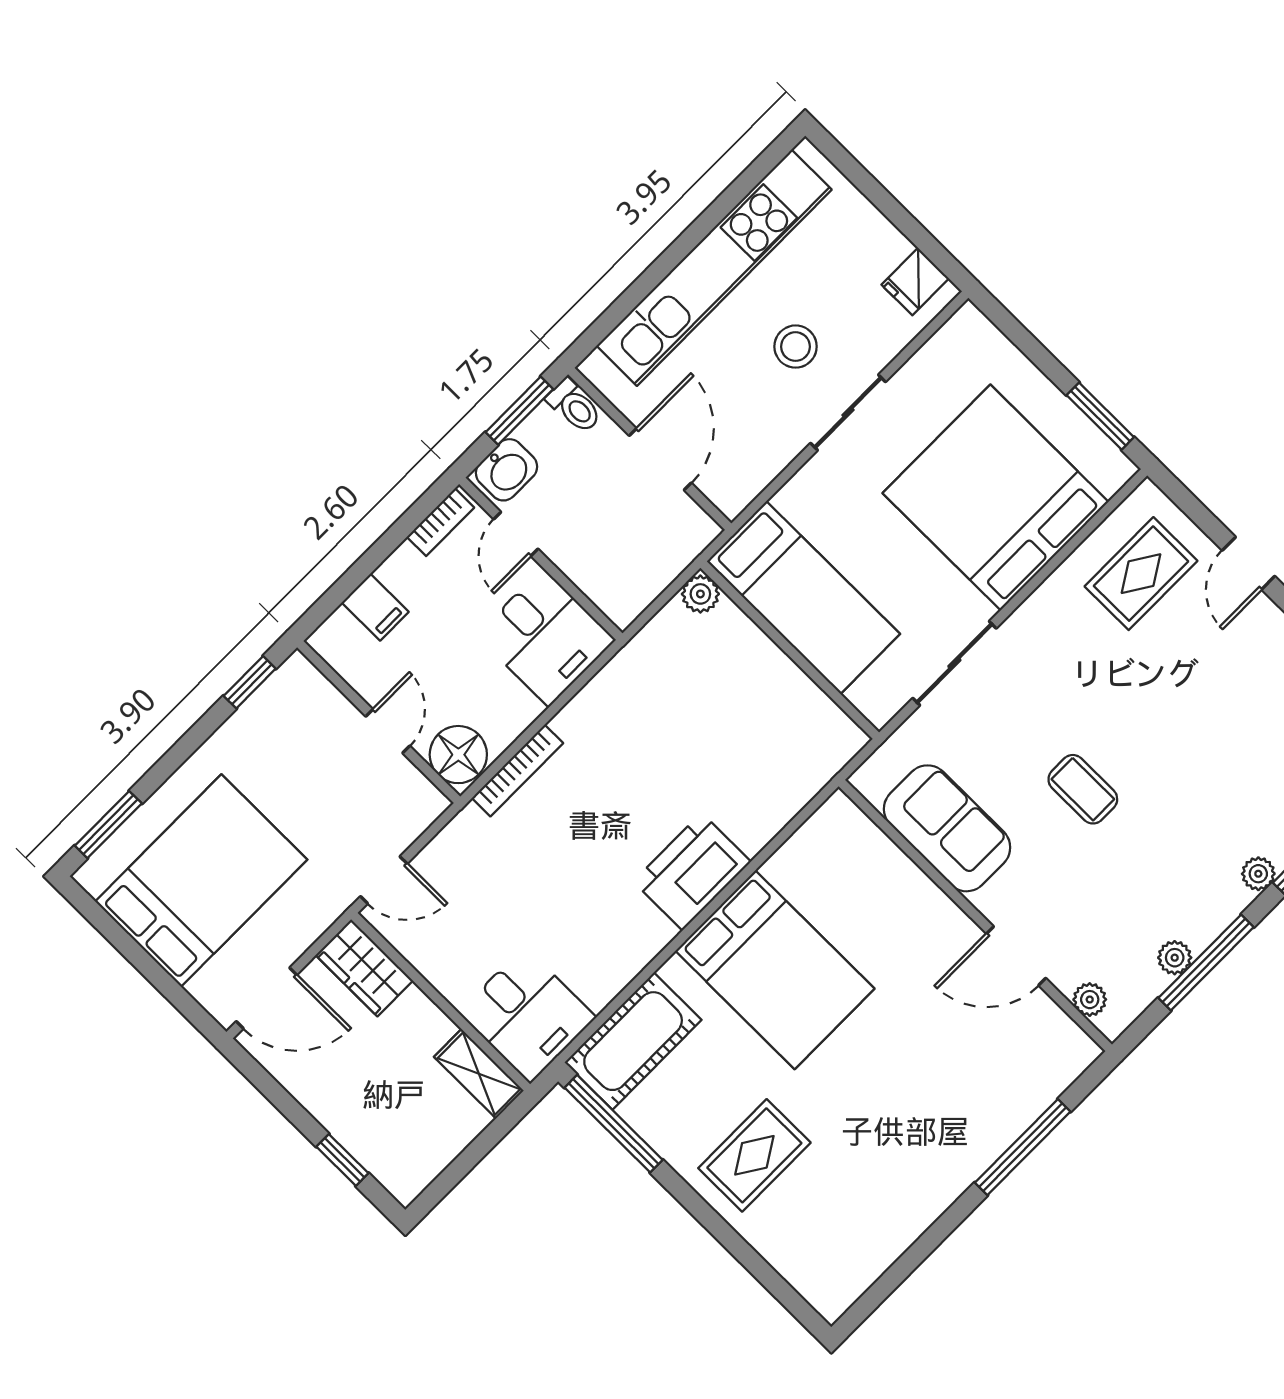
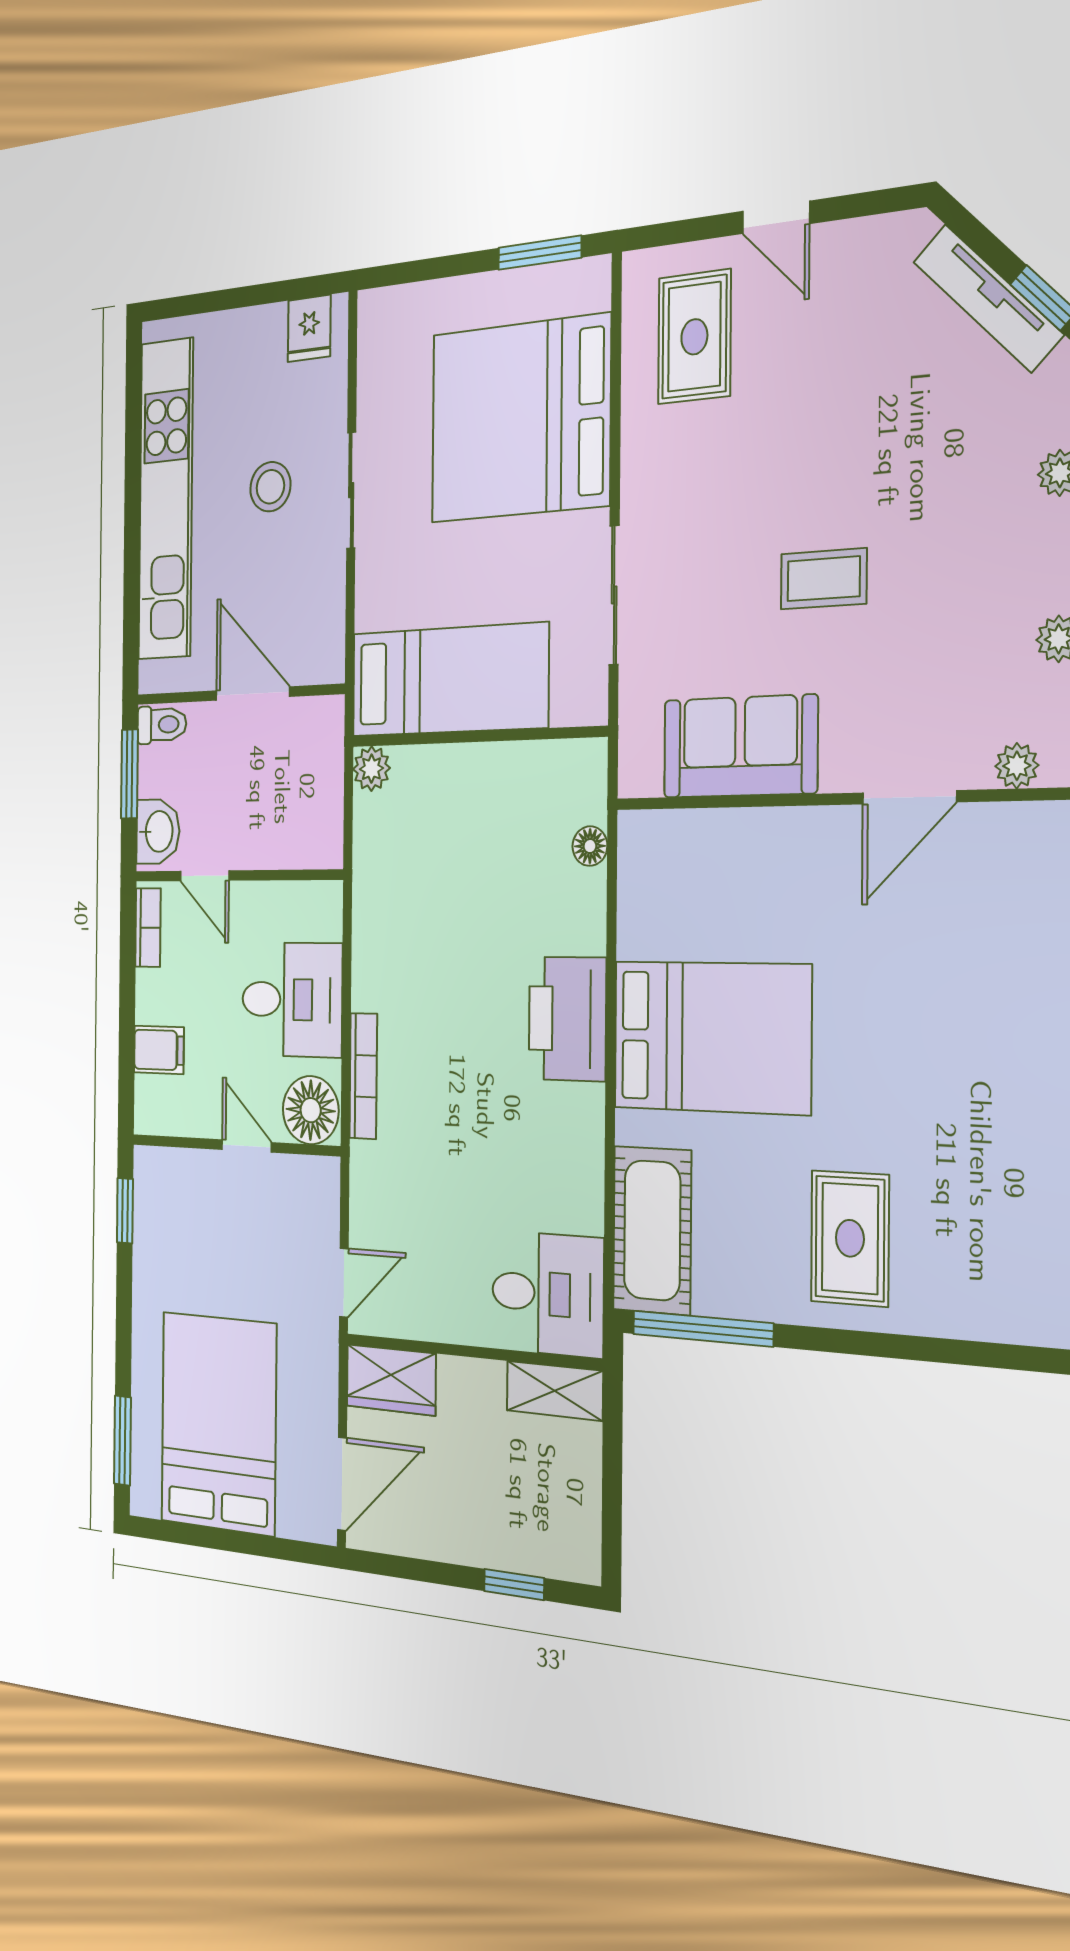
desk: (546, 637) -> (292, 1000), moved
floor lamp: (802, 789) -> (590, 846), added

